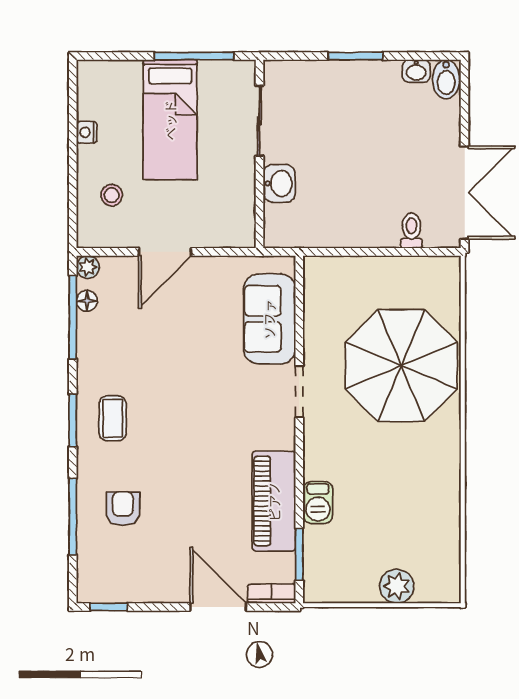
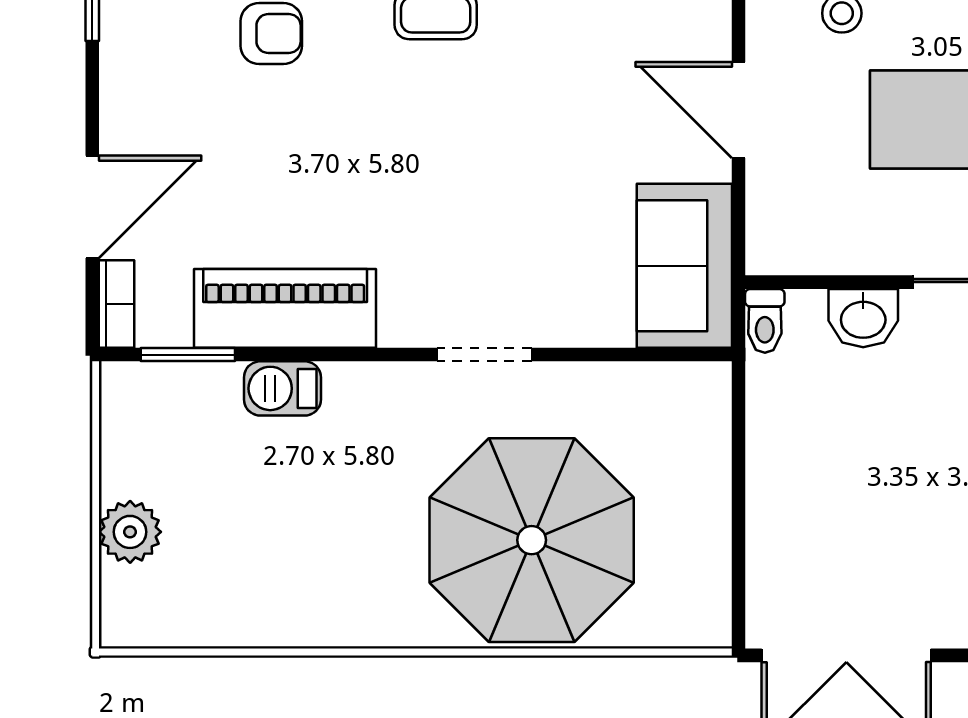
toilet: (411, 231) -> (765, 321), moved, turned 90
sofa: (269, 319) -> (684, 266), moved, turned -90

